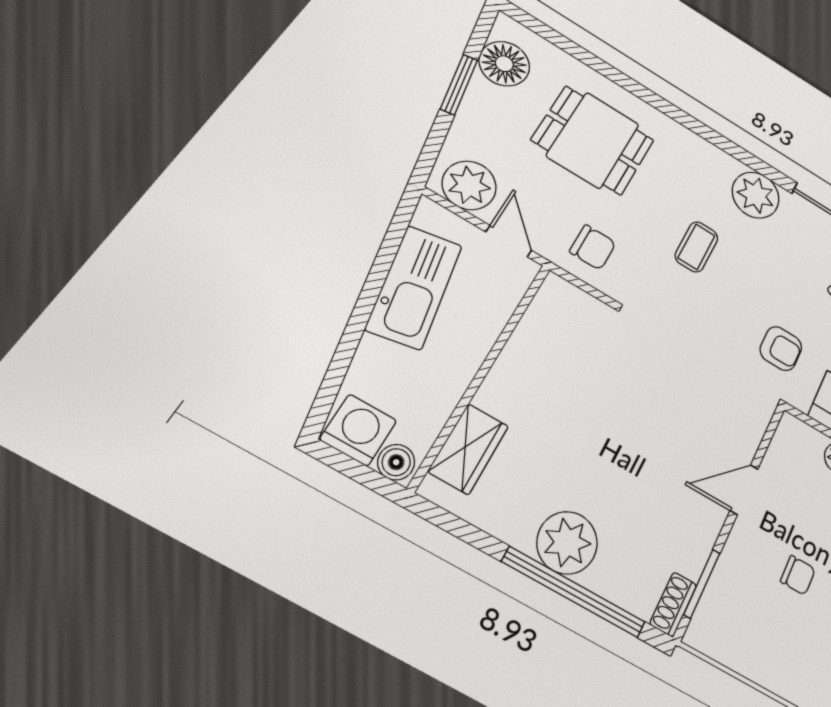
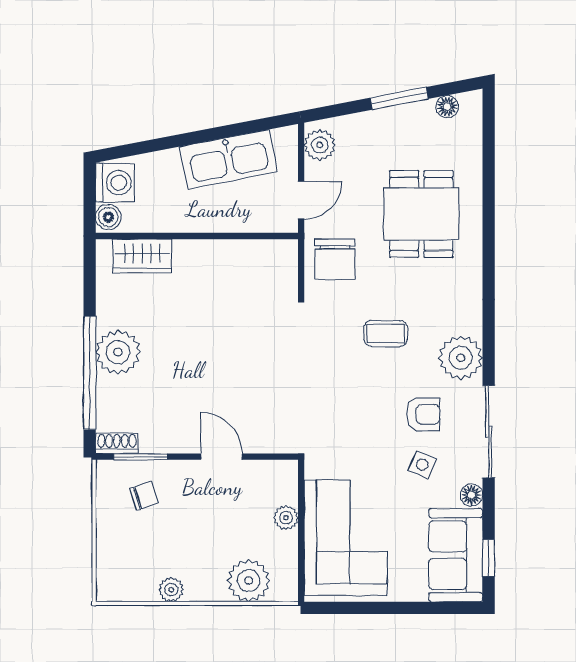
floor lamp: (504, 64) -> (447, 107), width x0.53, depth x0.53
plant: (469, 185) -> (320, 145), width x0.73, depth x0.73
chair: (593, 247) -> (335, 259), width x1.37, depth x1.37
armchair: (781, 349) -> (423, 414), moved, turned -90
chair: (798, 575) -> (144, 496), moved, turned -109

